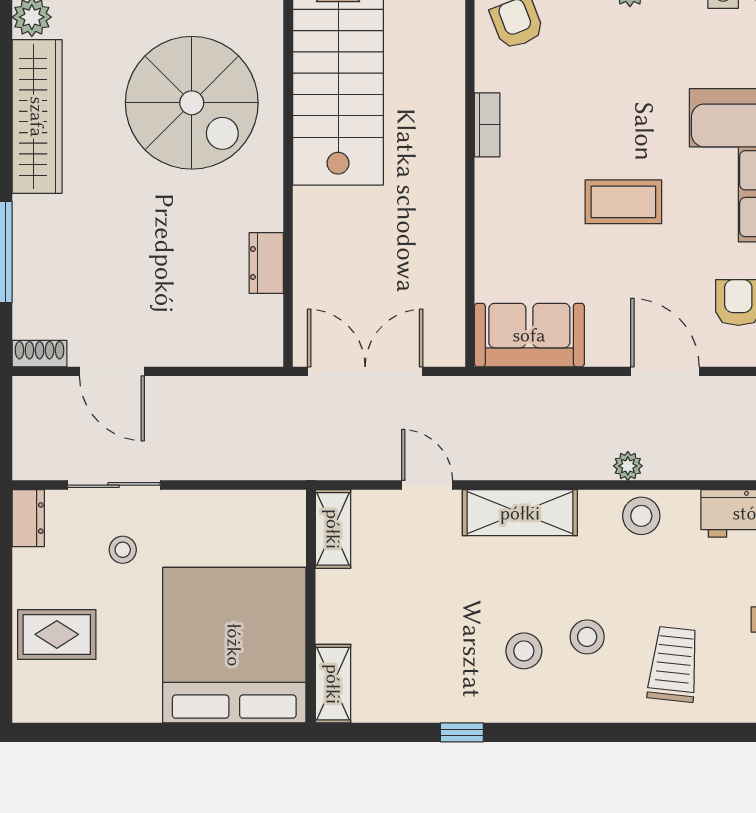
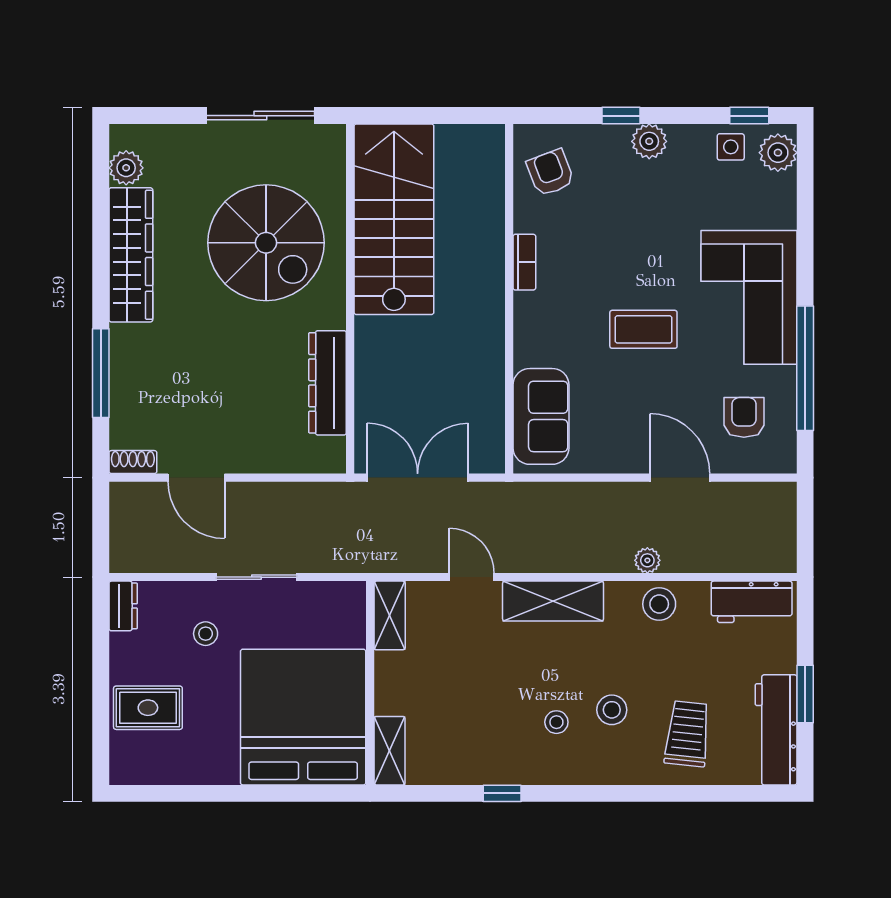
dresser: (266, 263) -> (328, 383), width x1.96, depth x1.24
sofa: (529, 335) -> (541, 416), moved, turned 90
sliding door: (114, 485) -> (257, 577), moved
stool: (524, 651) -> (556, 722), width x0.73, depth x0.73

